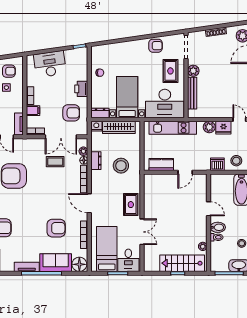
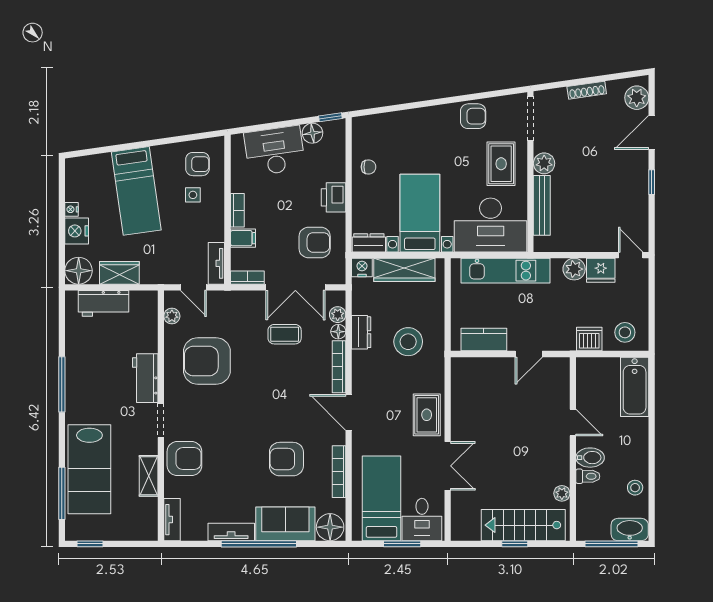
floor lamp: (70, 55) -> (312, 133), added
armchair: (56, 228) -> (286, 459), turned 180

